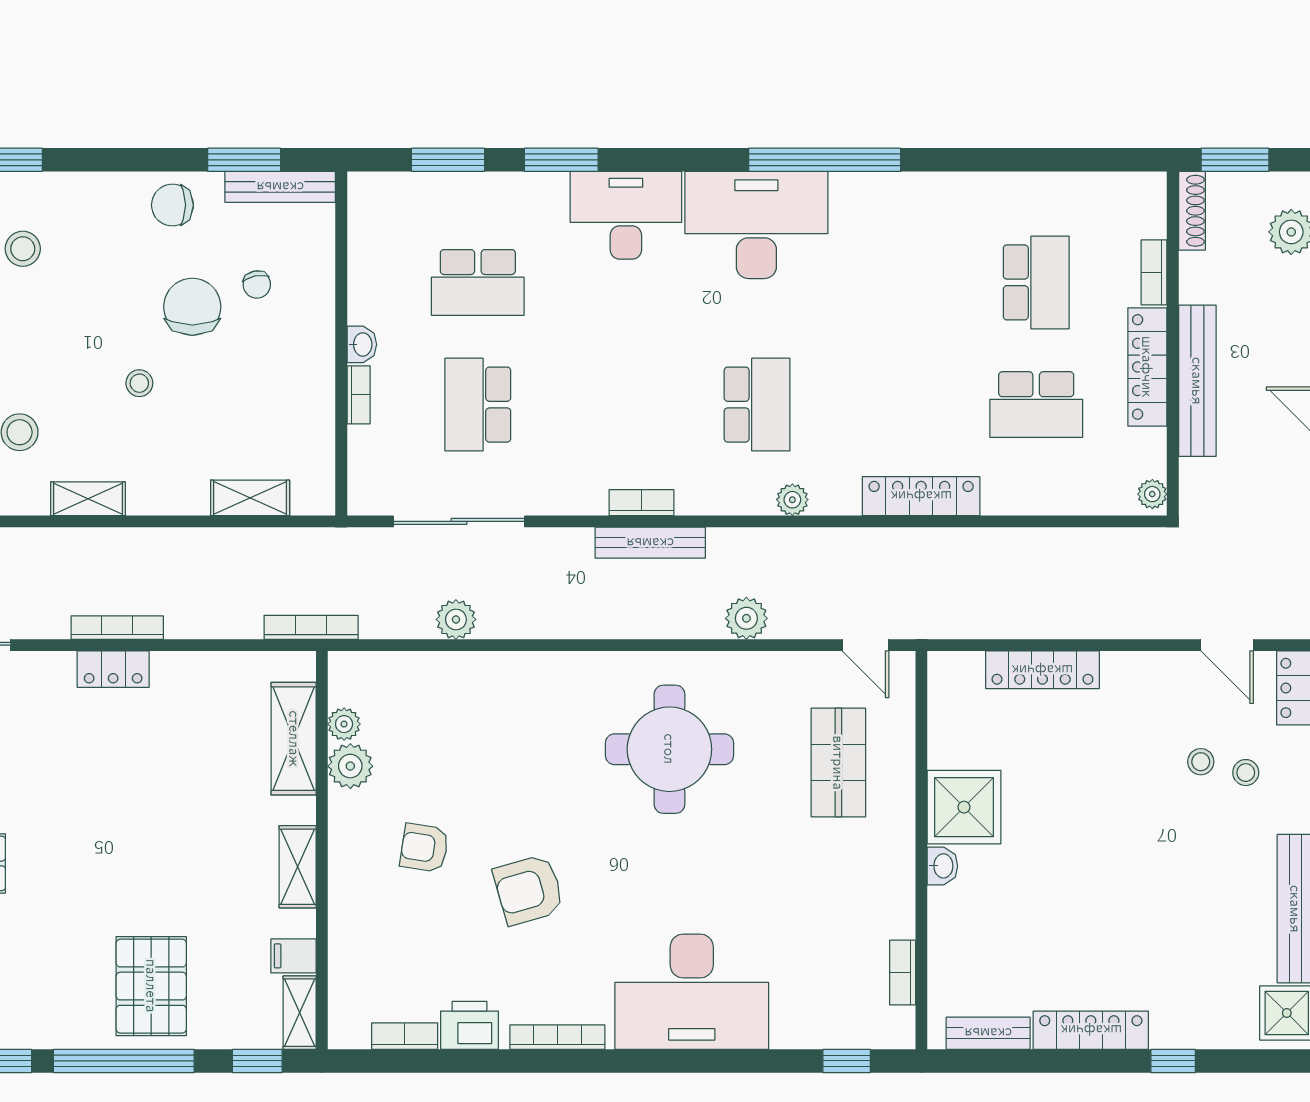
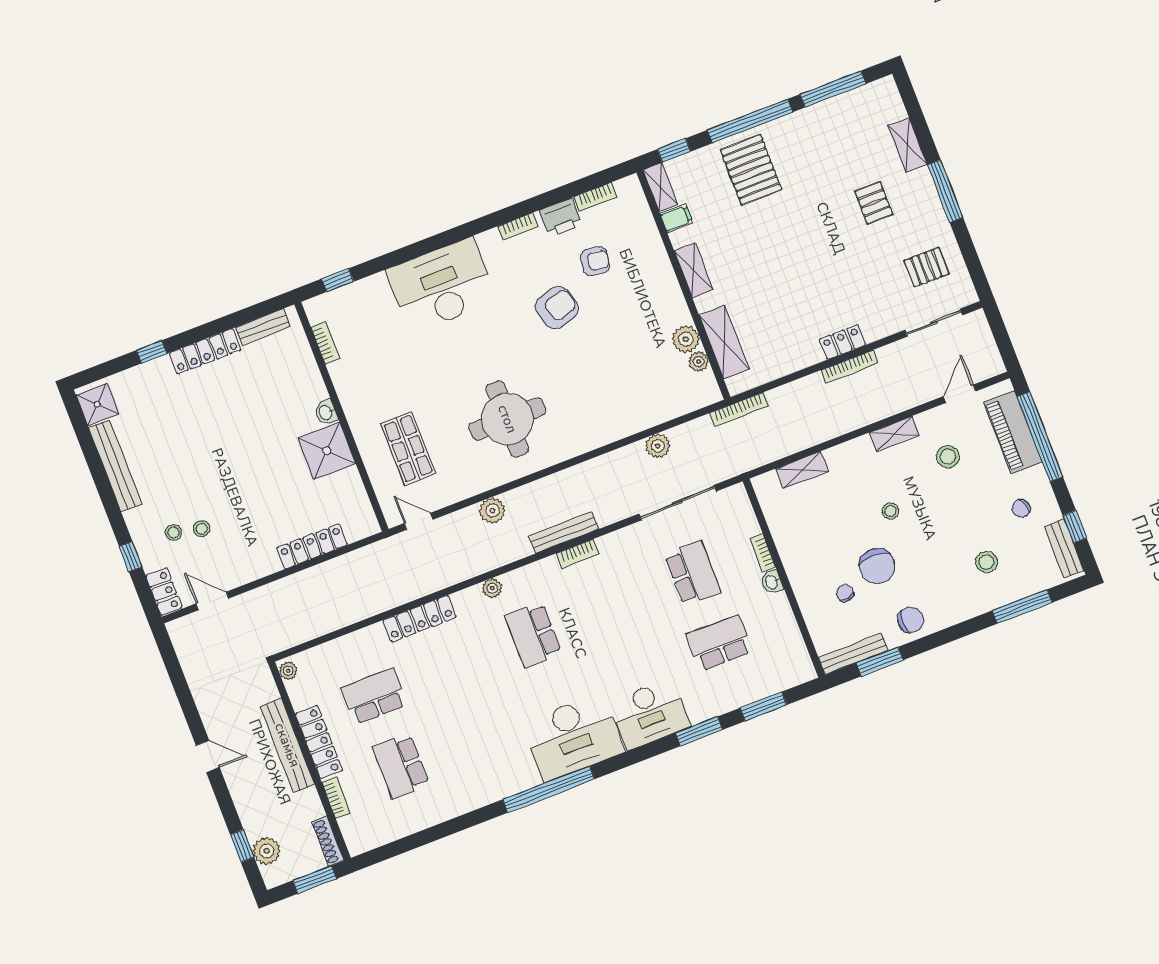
armchair: (424, 848) -> (595, 261), moved
bookcase: (557, 1037) -> (518, 226), width x0.64

